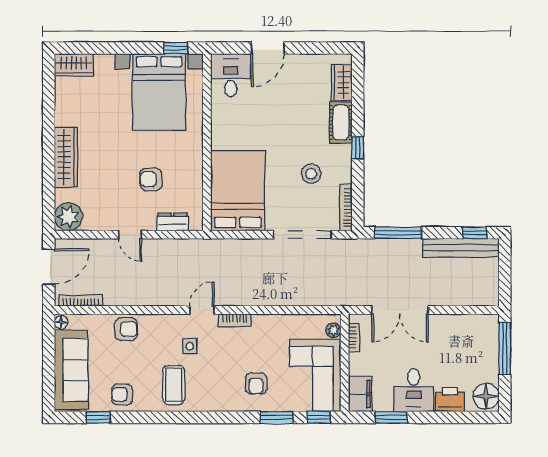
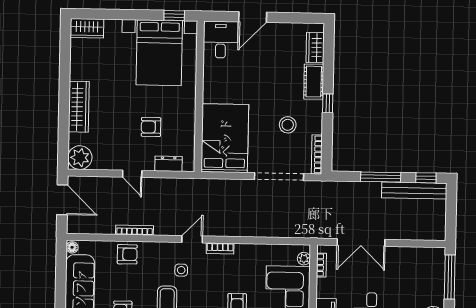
window: (398, 233) -> (381, 177), moved
door: (49, 267) -> (62, 200), hinge flipped
bookcase: (81, 301) -> (135, 230), moved

